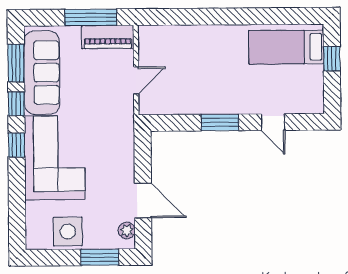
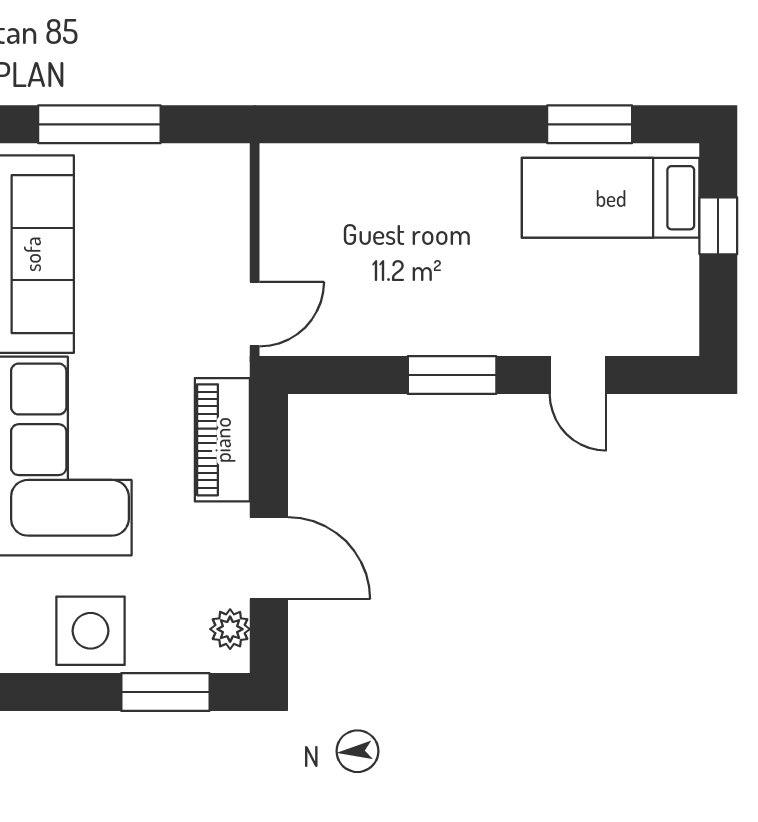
window: (277, 16) -> (590, 124), added
window: (91, 17) -> (99, 124), moved
piano: (108, 37) -> (222, 440), moved, turned 90
door: (136, 80) -> (255, 314), moved

